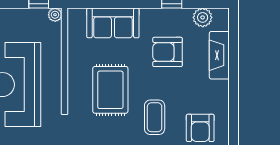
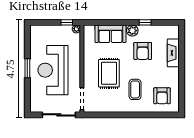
plant: (203, 17) -> (132, 31), moved
armchair: (168, 52) -> (143, 51), turned -90

